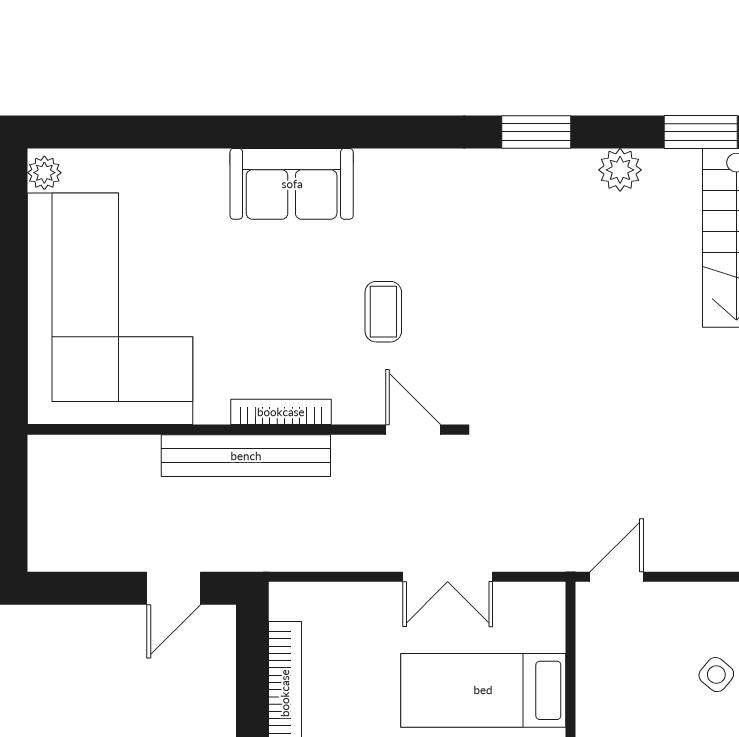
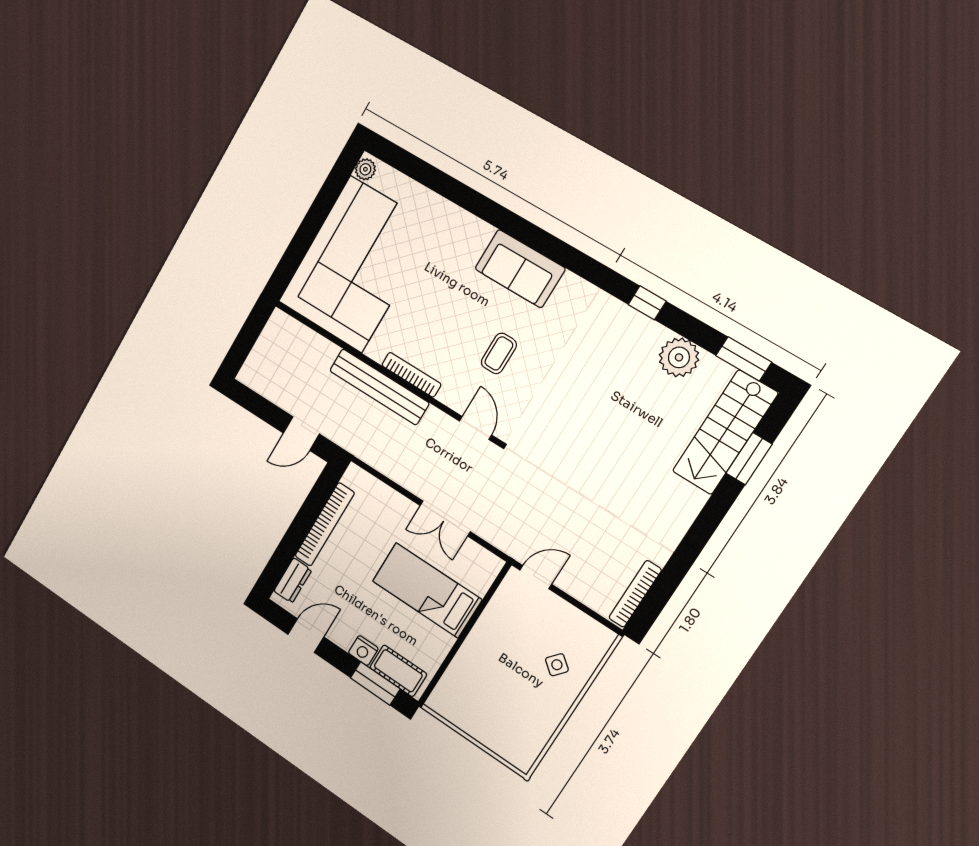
window: (536, 132) -> (647, 303), width x0.67
plant: (620, 170) -> (679, 357), width x1.36, depth x1.36
sofa: (292, 184) -> (520, 269), moved

